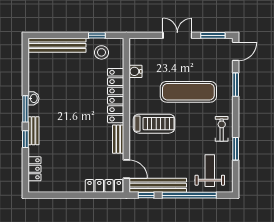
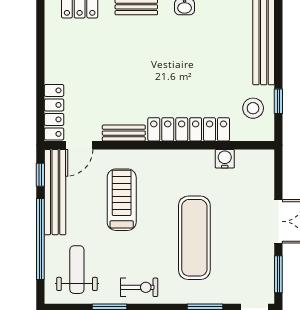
treadmill: (154, 124) -> (122, 200), moved, turned 180
weight bench: (210, 171) -> (77, 270), turned -90

